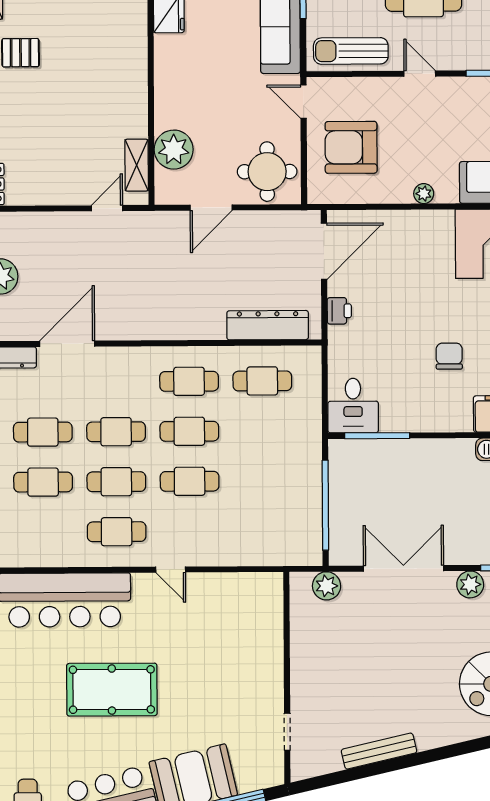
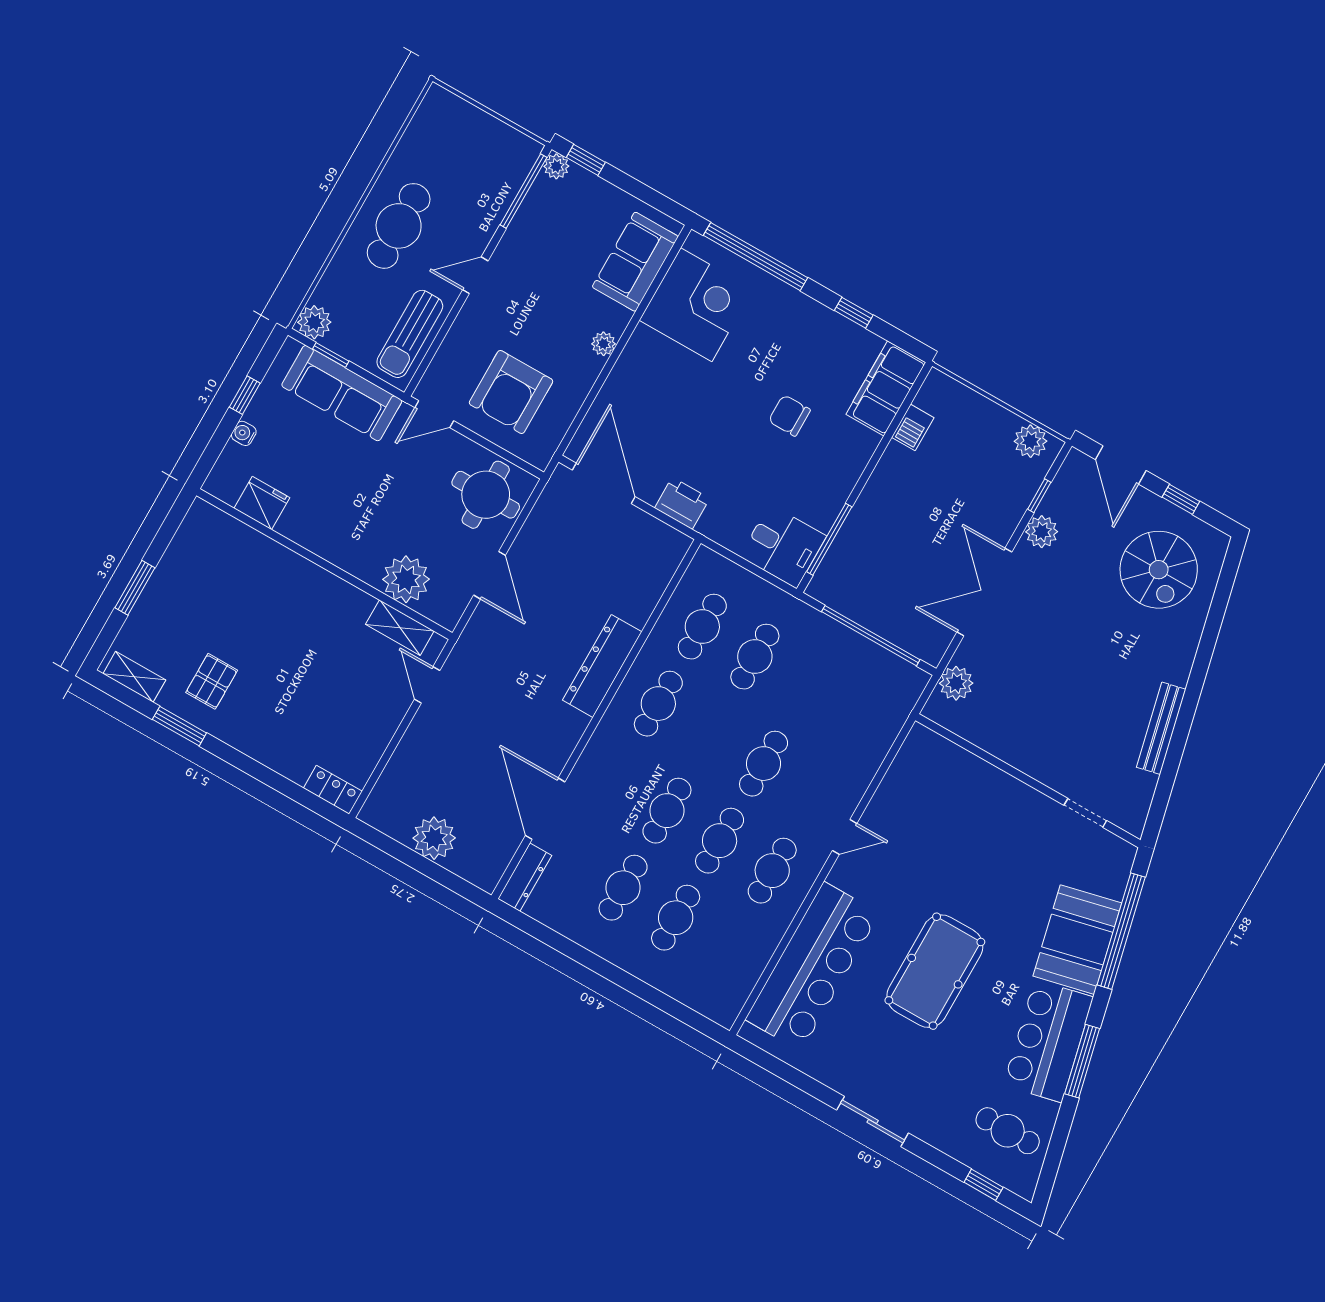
printer: (339, 311) -> (682, 503), width x1.36, depth x1.24
dresser: (268, 325) -> (602, 666), moved
cafe table: (189, 431) -> (755, 657), moved

